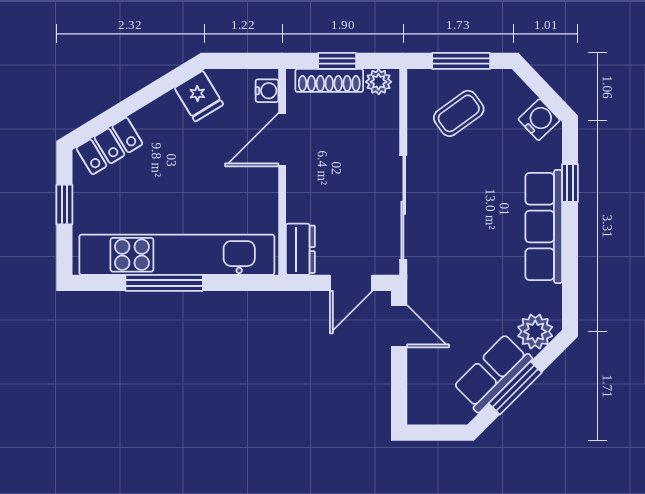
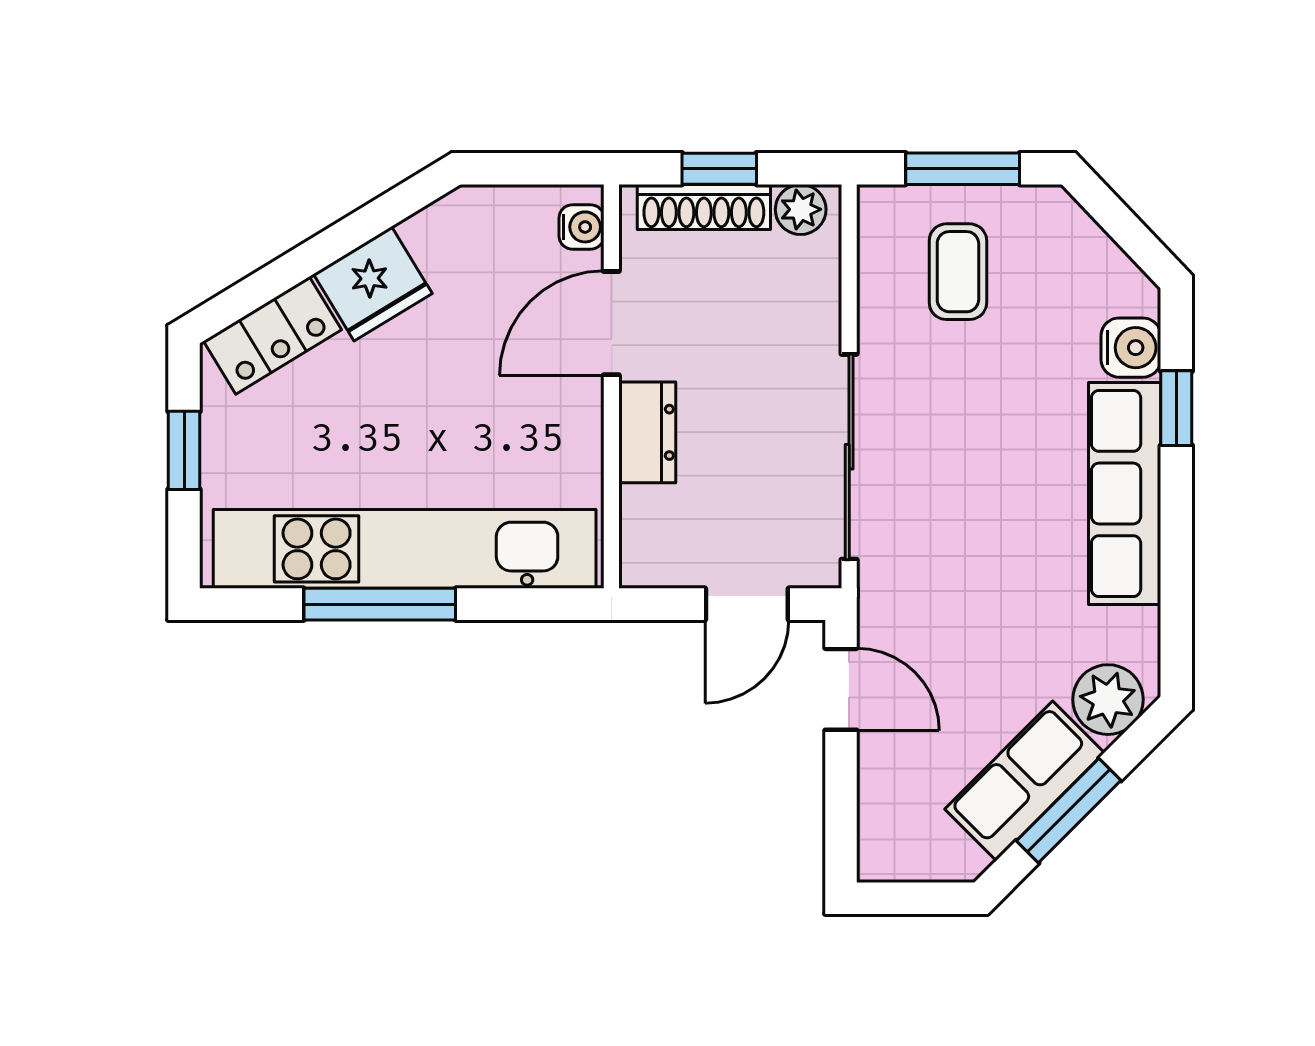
fridge: (199, 96) -> (373, 284), moved, width x1.38
coffee table: (459, 113) -> (958, 272), turned -54
water cooler: (539, 120) -> (1131, 348), moved, turned 44
dresser: (300, 249) -> (647, 432), moved

